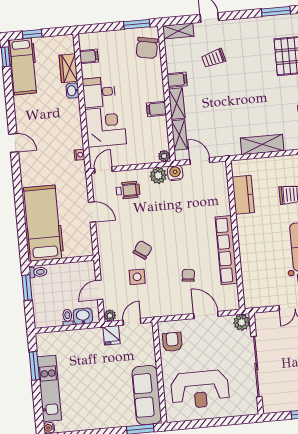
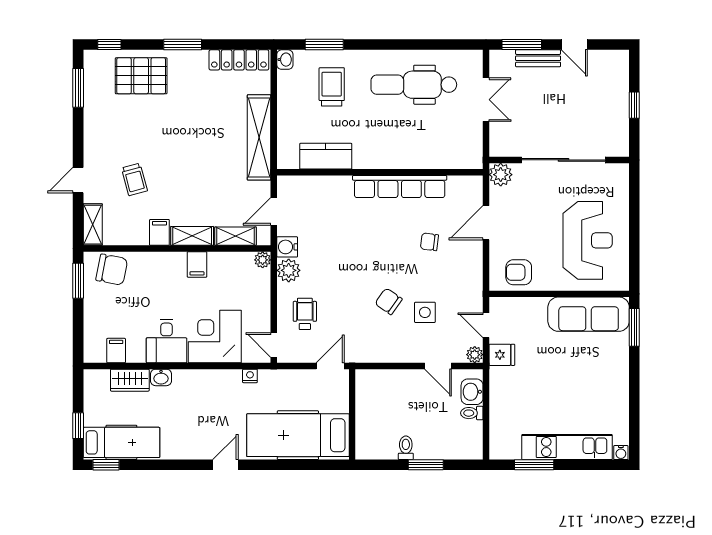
shelving: (262, 144) -> (259, 137), width x1.47
hospital bed: (43, 223) -> (298, 435), moved
wall: (61, 261) -> (352, 414), moved

